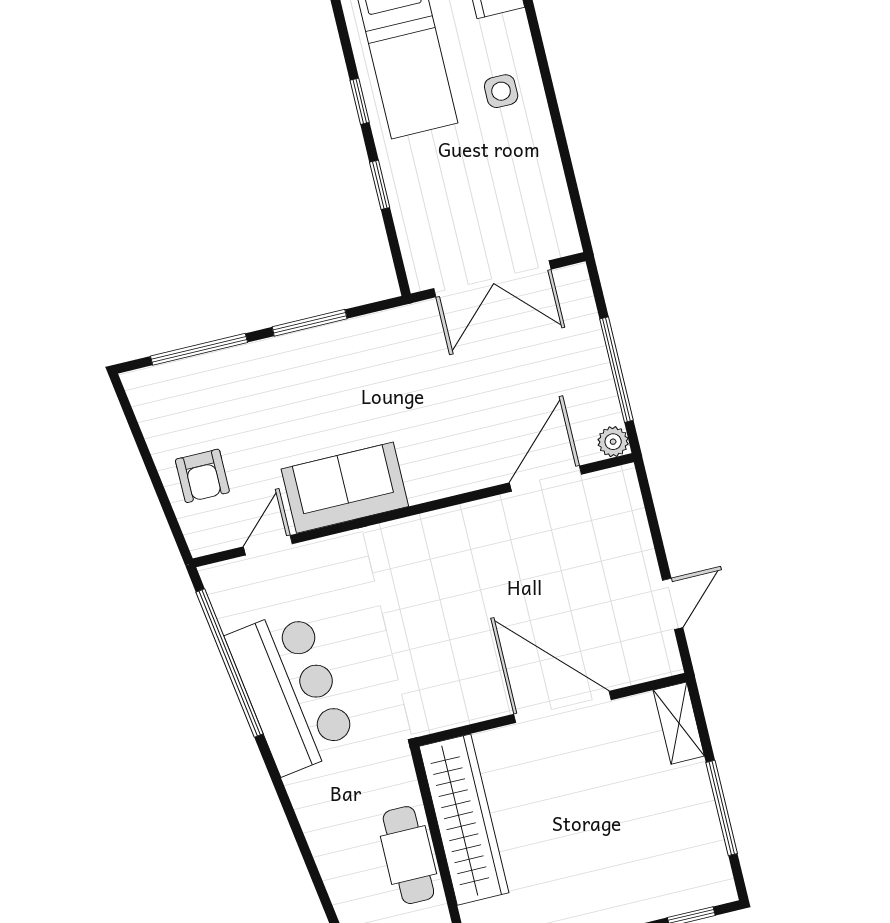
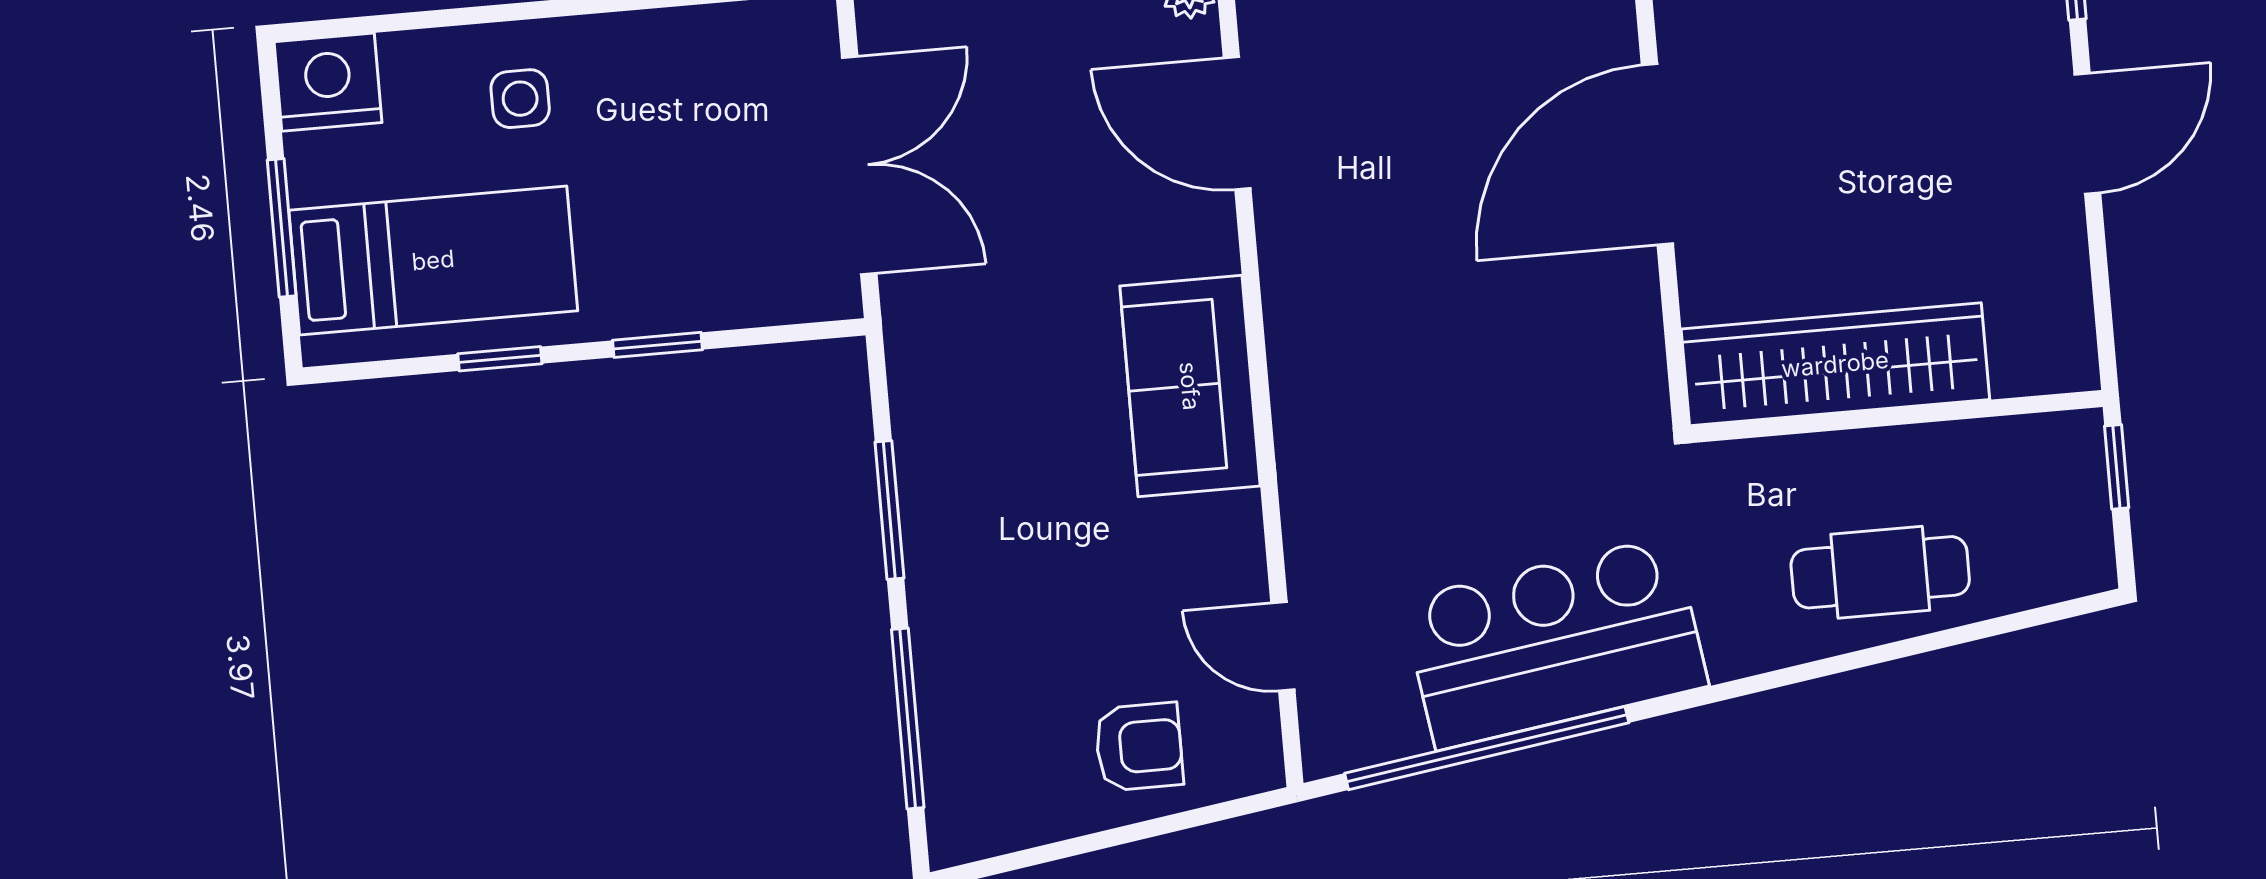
sofa: (345, 488) -> (1190, 386), moved
cafe table: (408, 855) -> (1880, 572), moved

